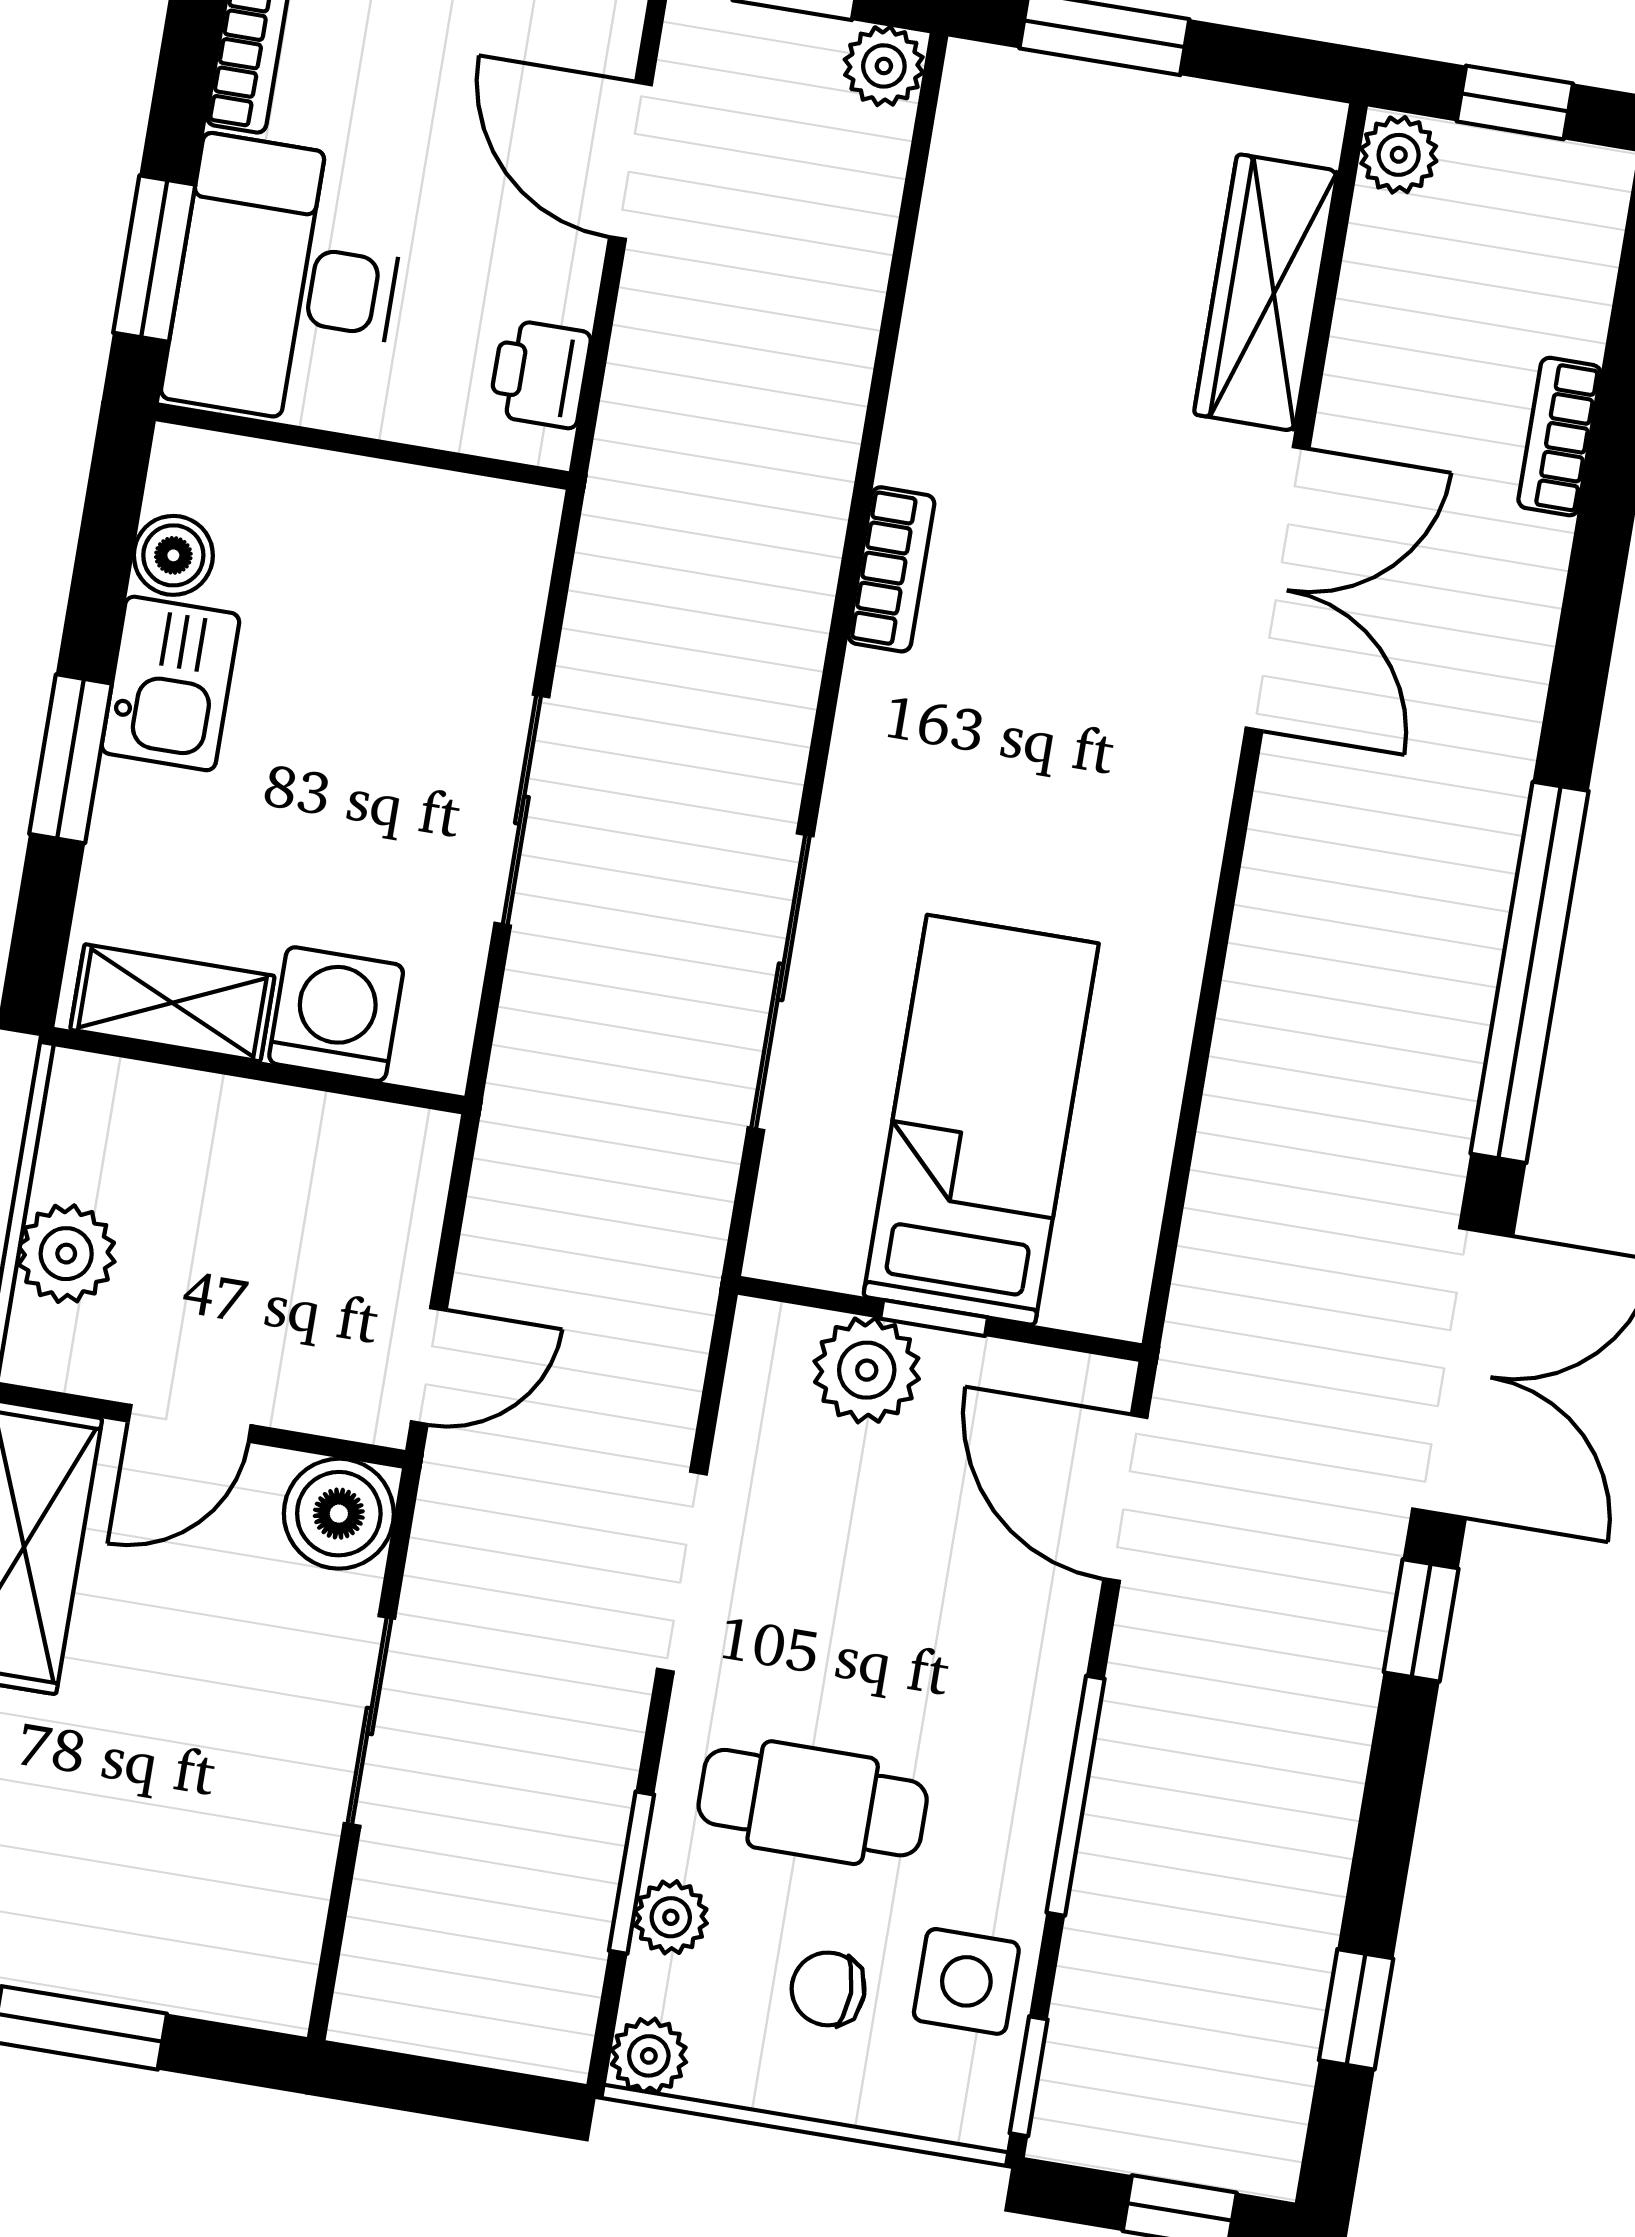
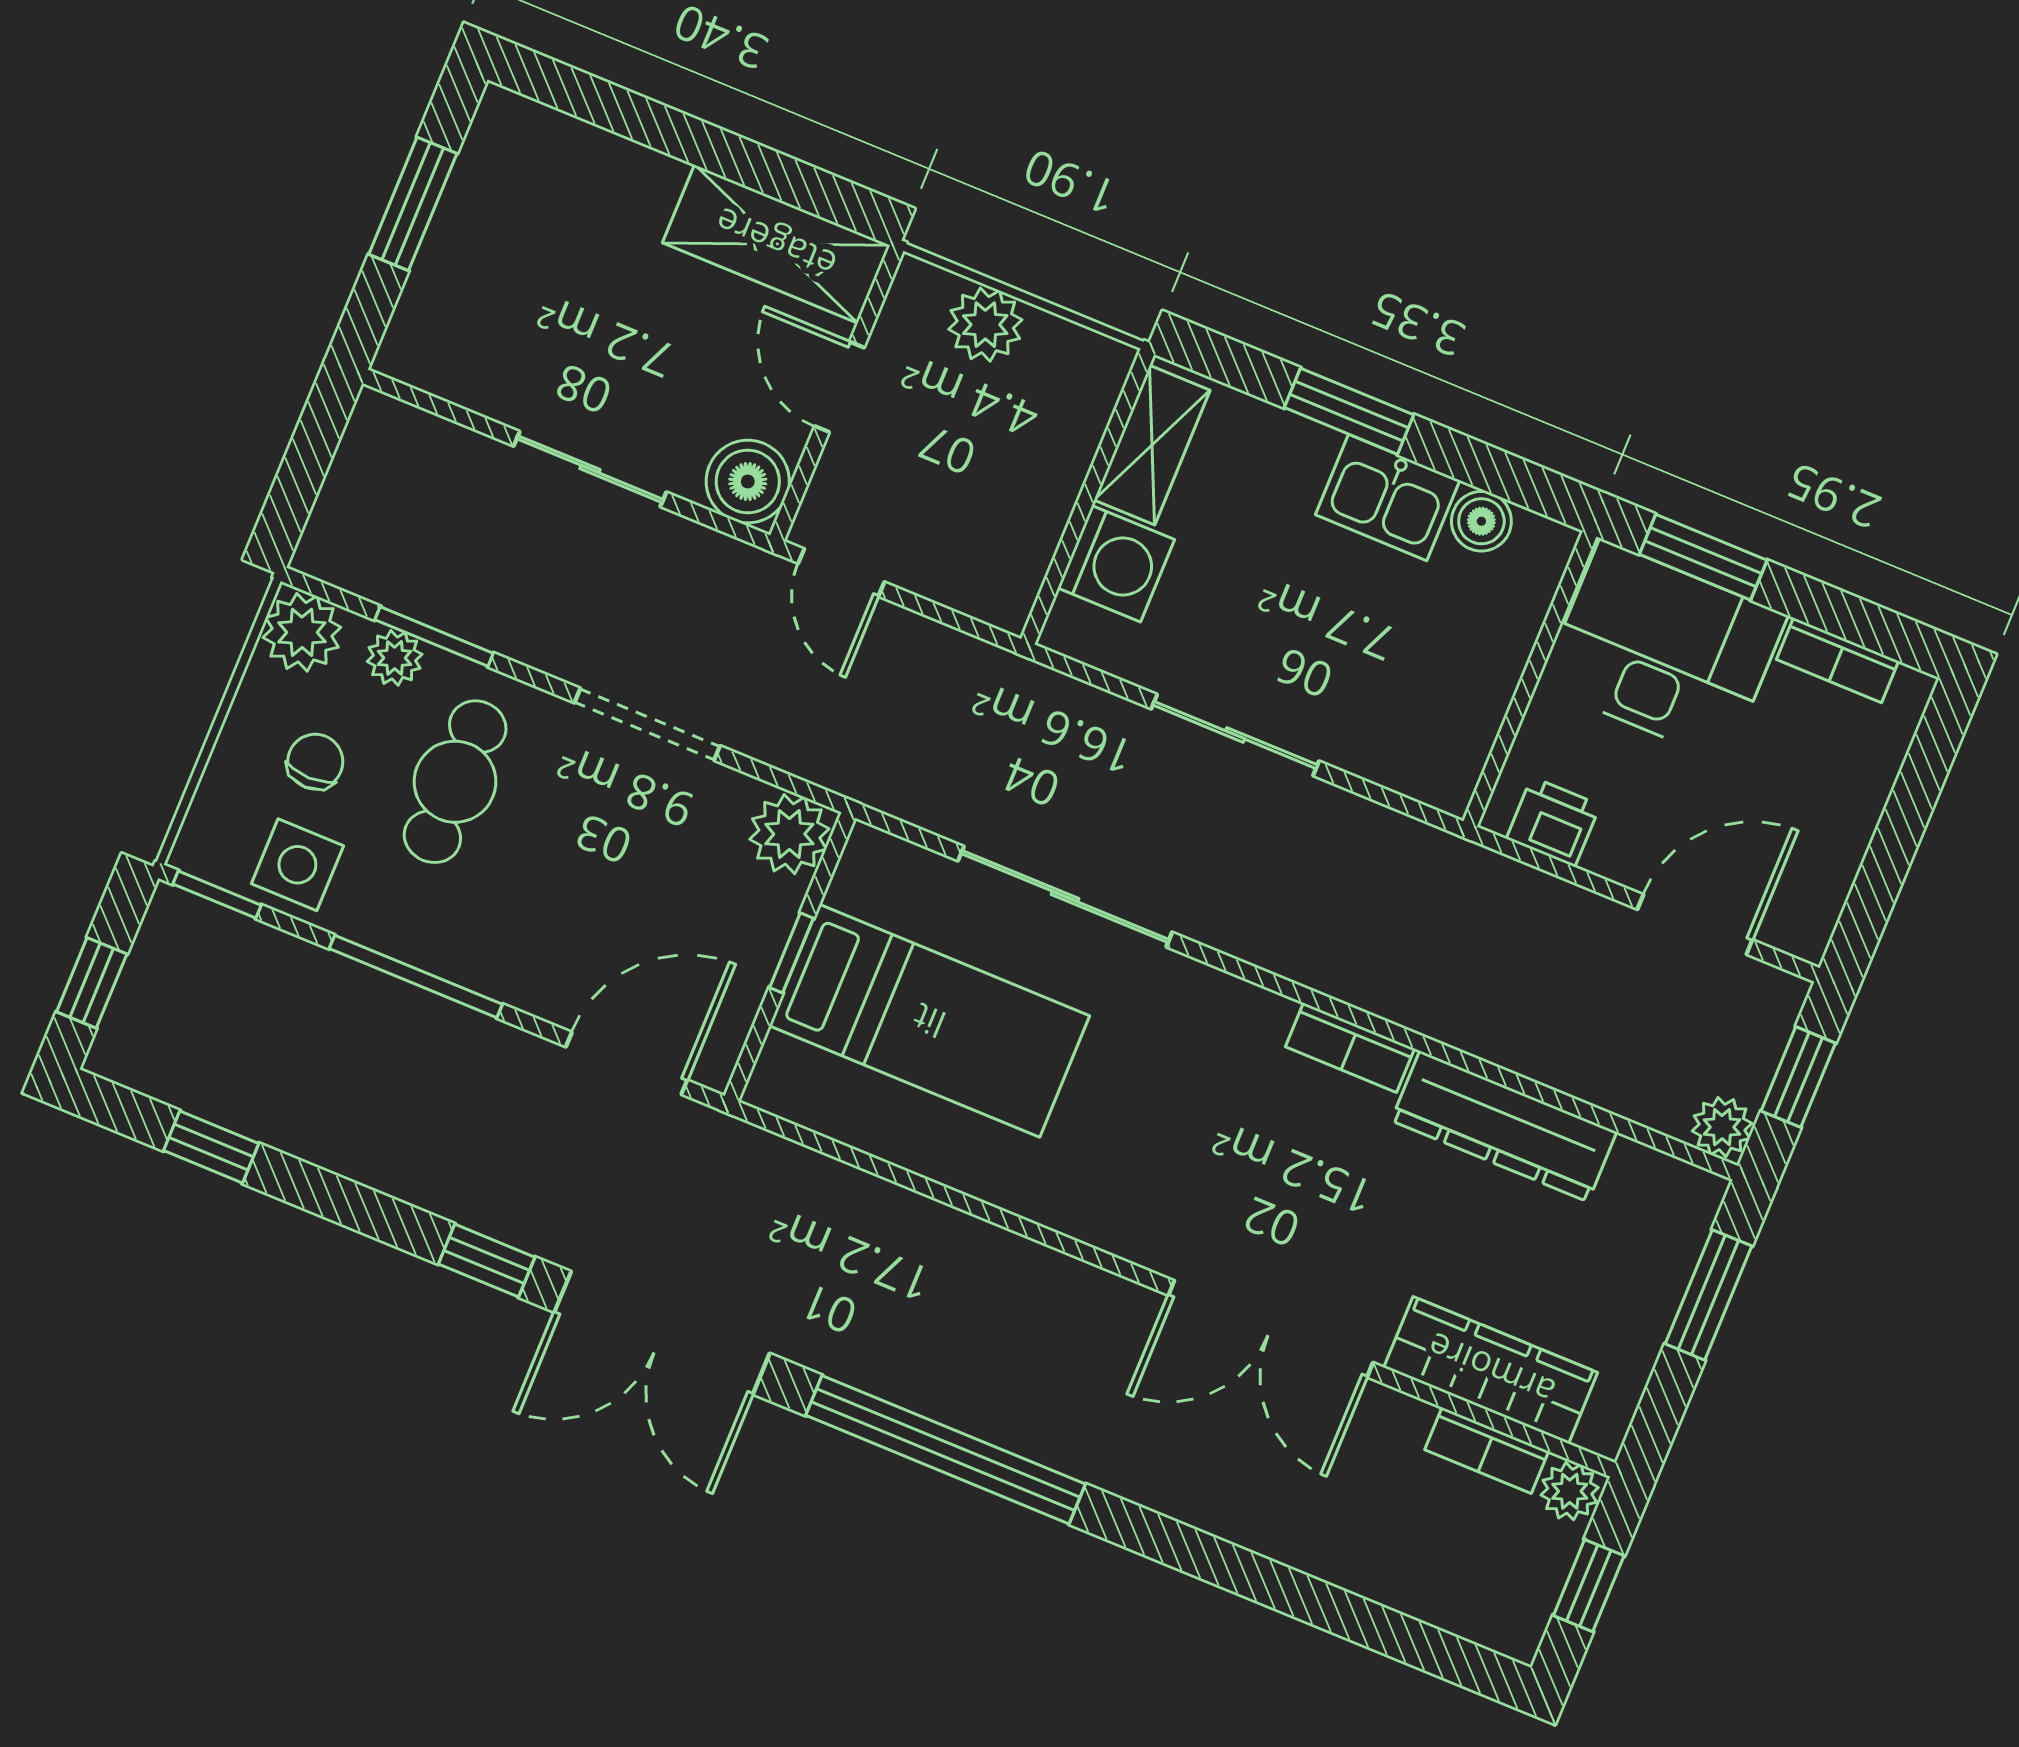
dresser: (947, 348) -> (1504, 1126), added
bookcase: (1560, 437) -> (1487, 1450), moved, turned 180
plant: (867, 1370) -> (789, 834), moved
plant: (649, 2056) -> (302, 632), width x1.38, depth x1.38

